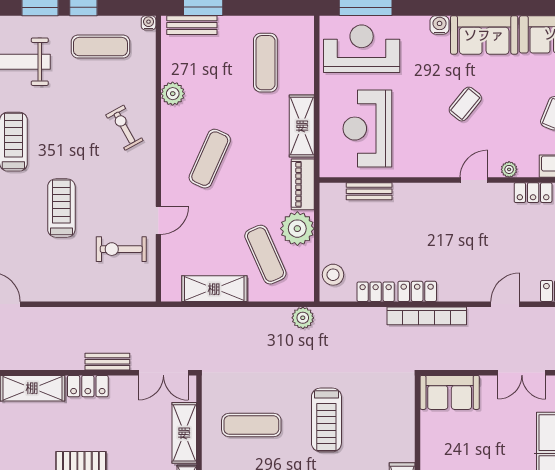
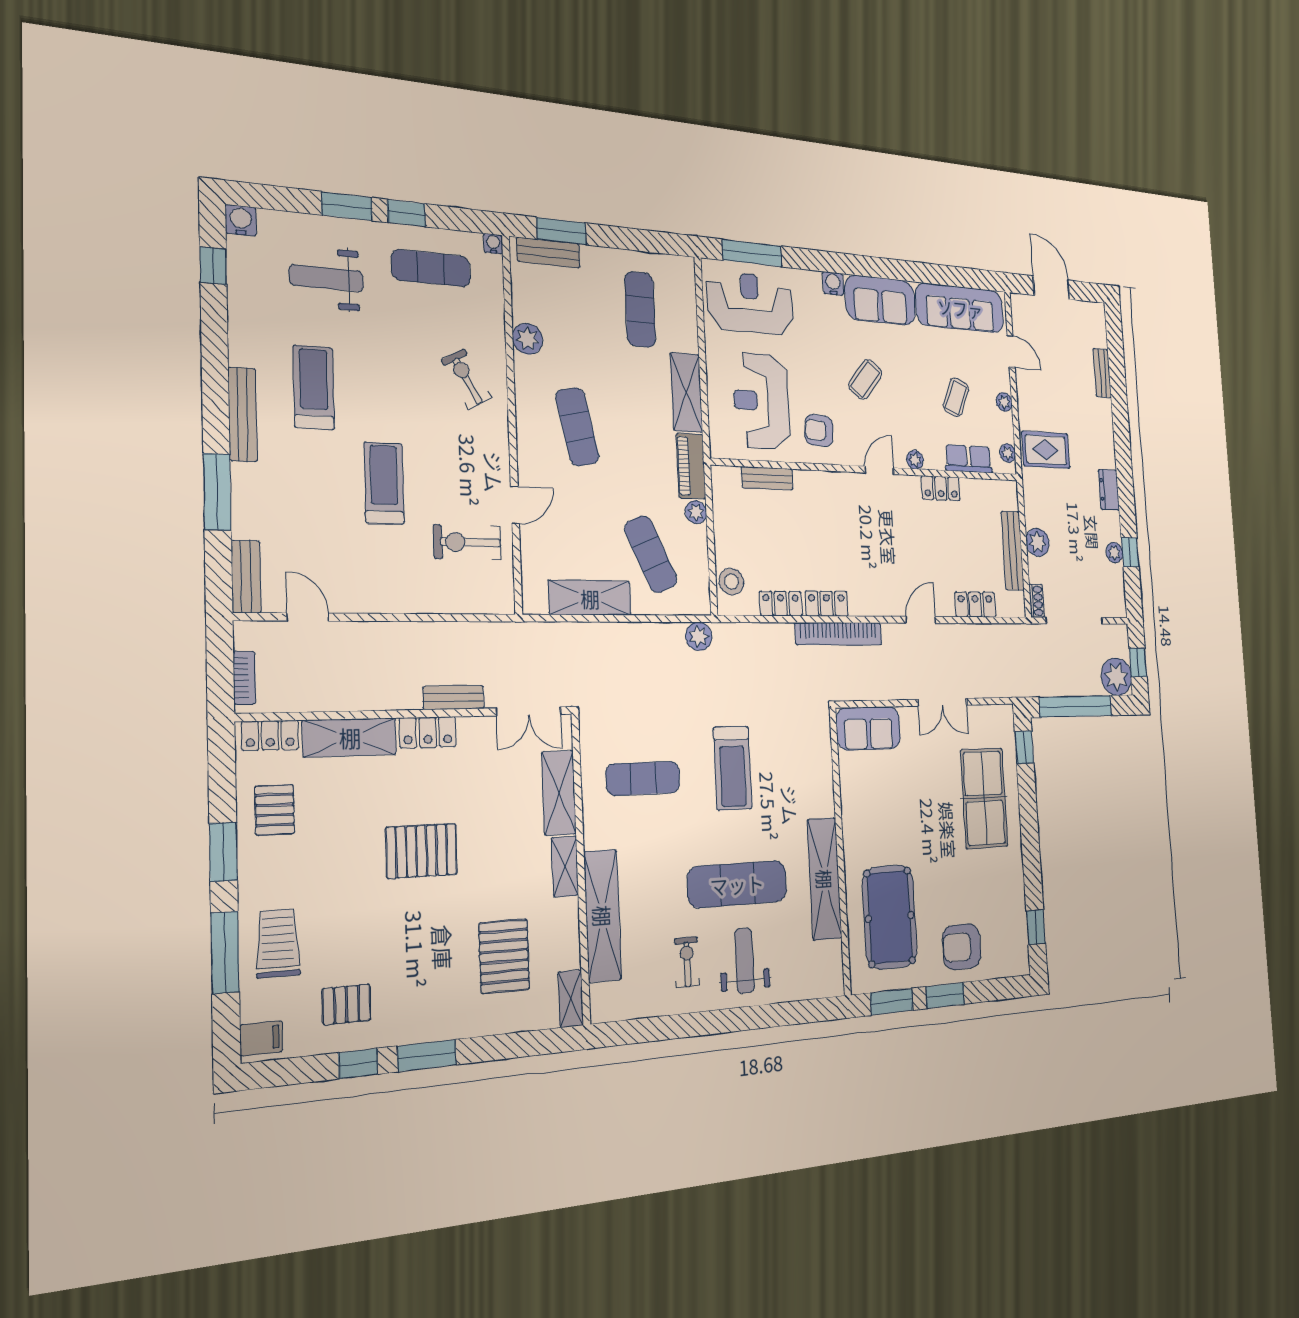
armchair: (419, 150) -> (819, 430), added
exercise mat: (210, 159) -> (577, 427), turned -36
plant: (297, 229) -> (696, 512), width x0.53, depth x0.53

